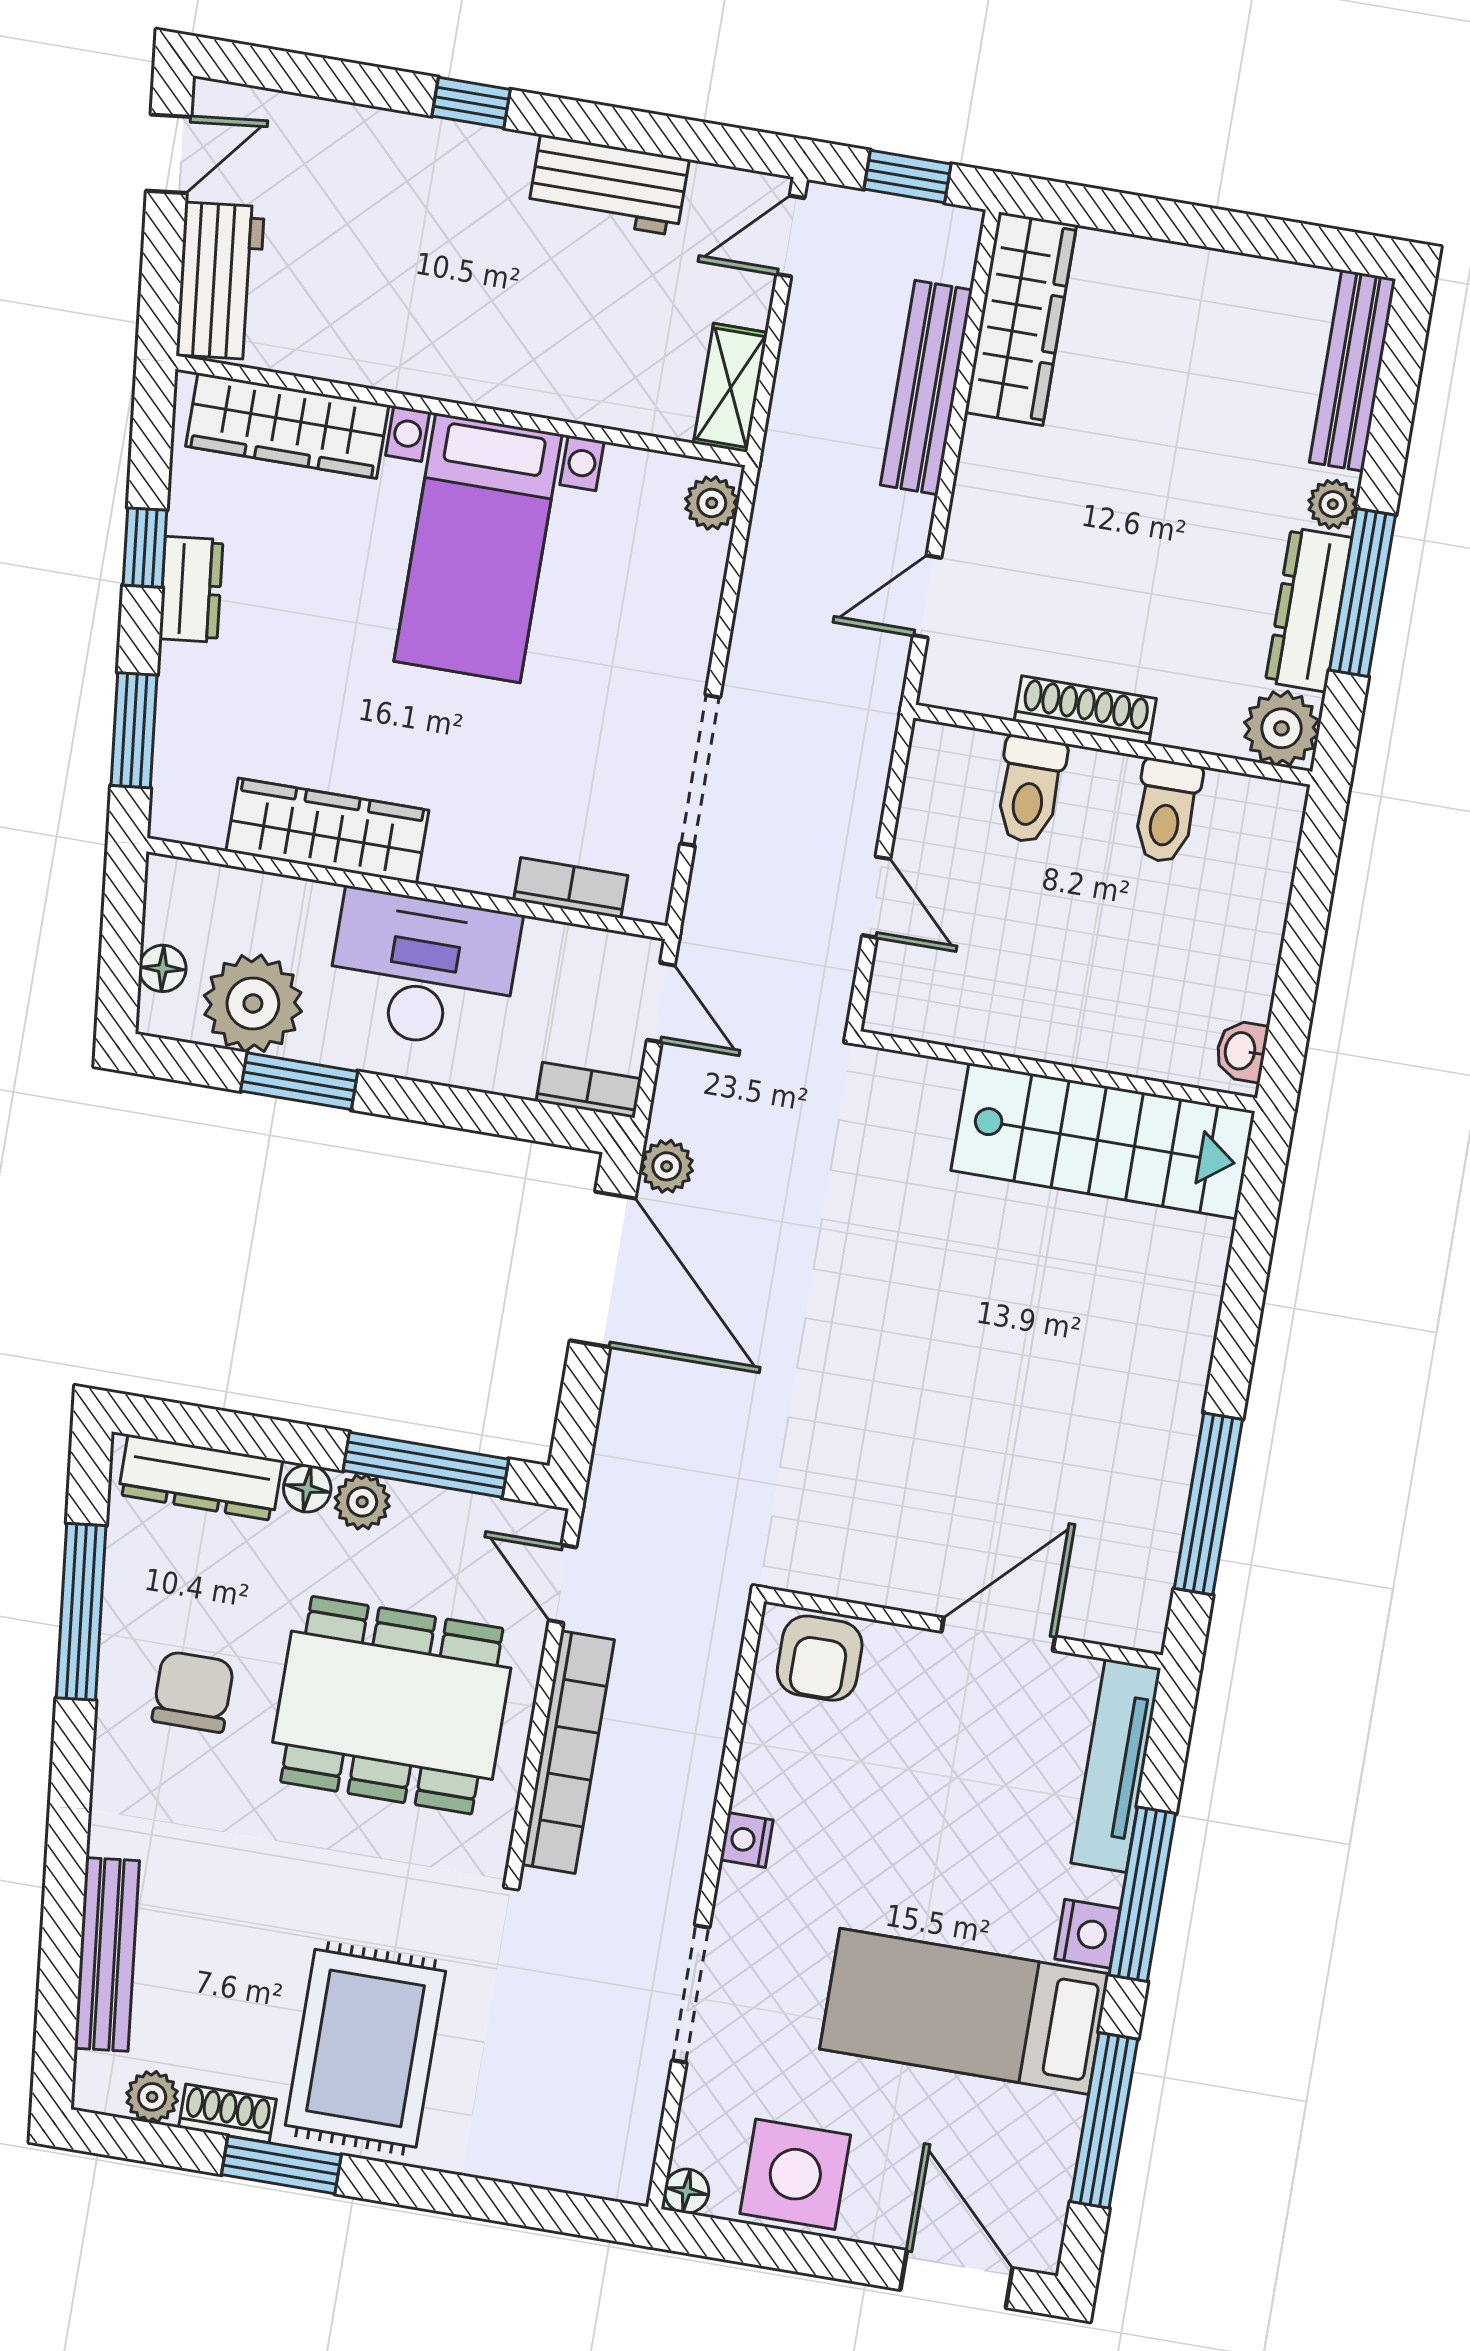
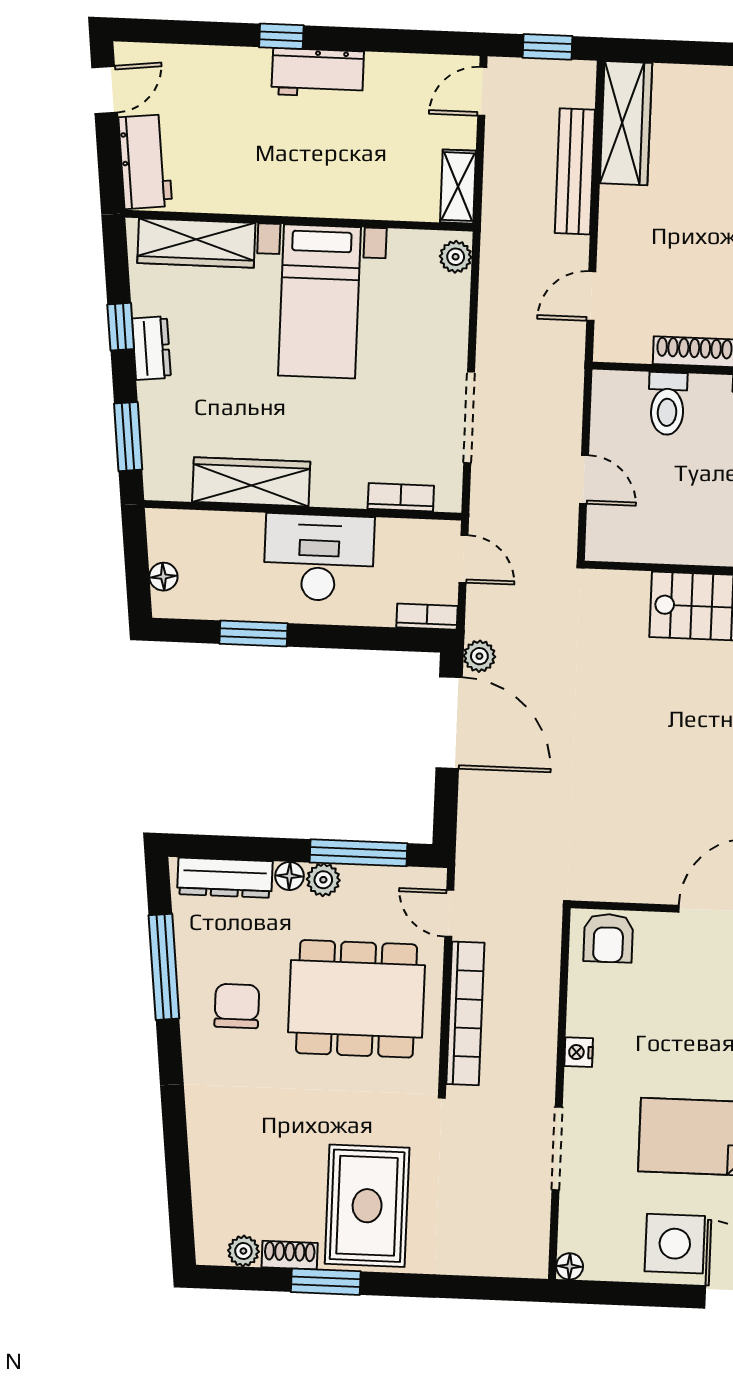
workbench: (608, 185) -> (318, 73), moved
plant: (253, 1003) -> (220, 591), removed
bench: (107, 1954) -> (206, 1169), removed
side table: (795, 2174) -> (675, 1244), moved

